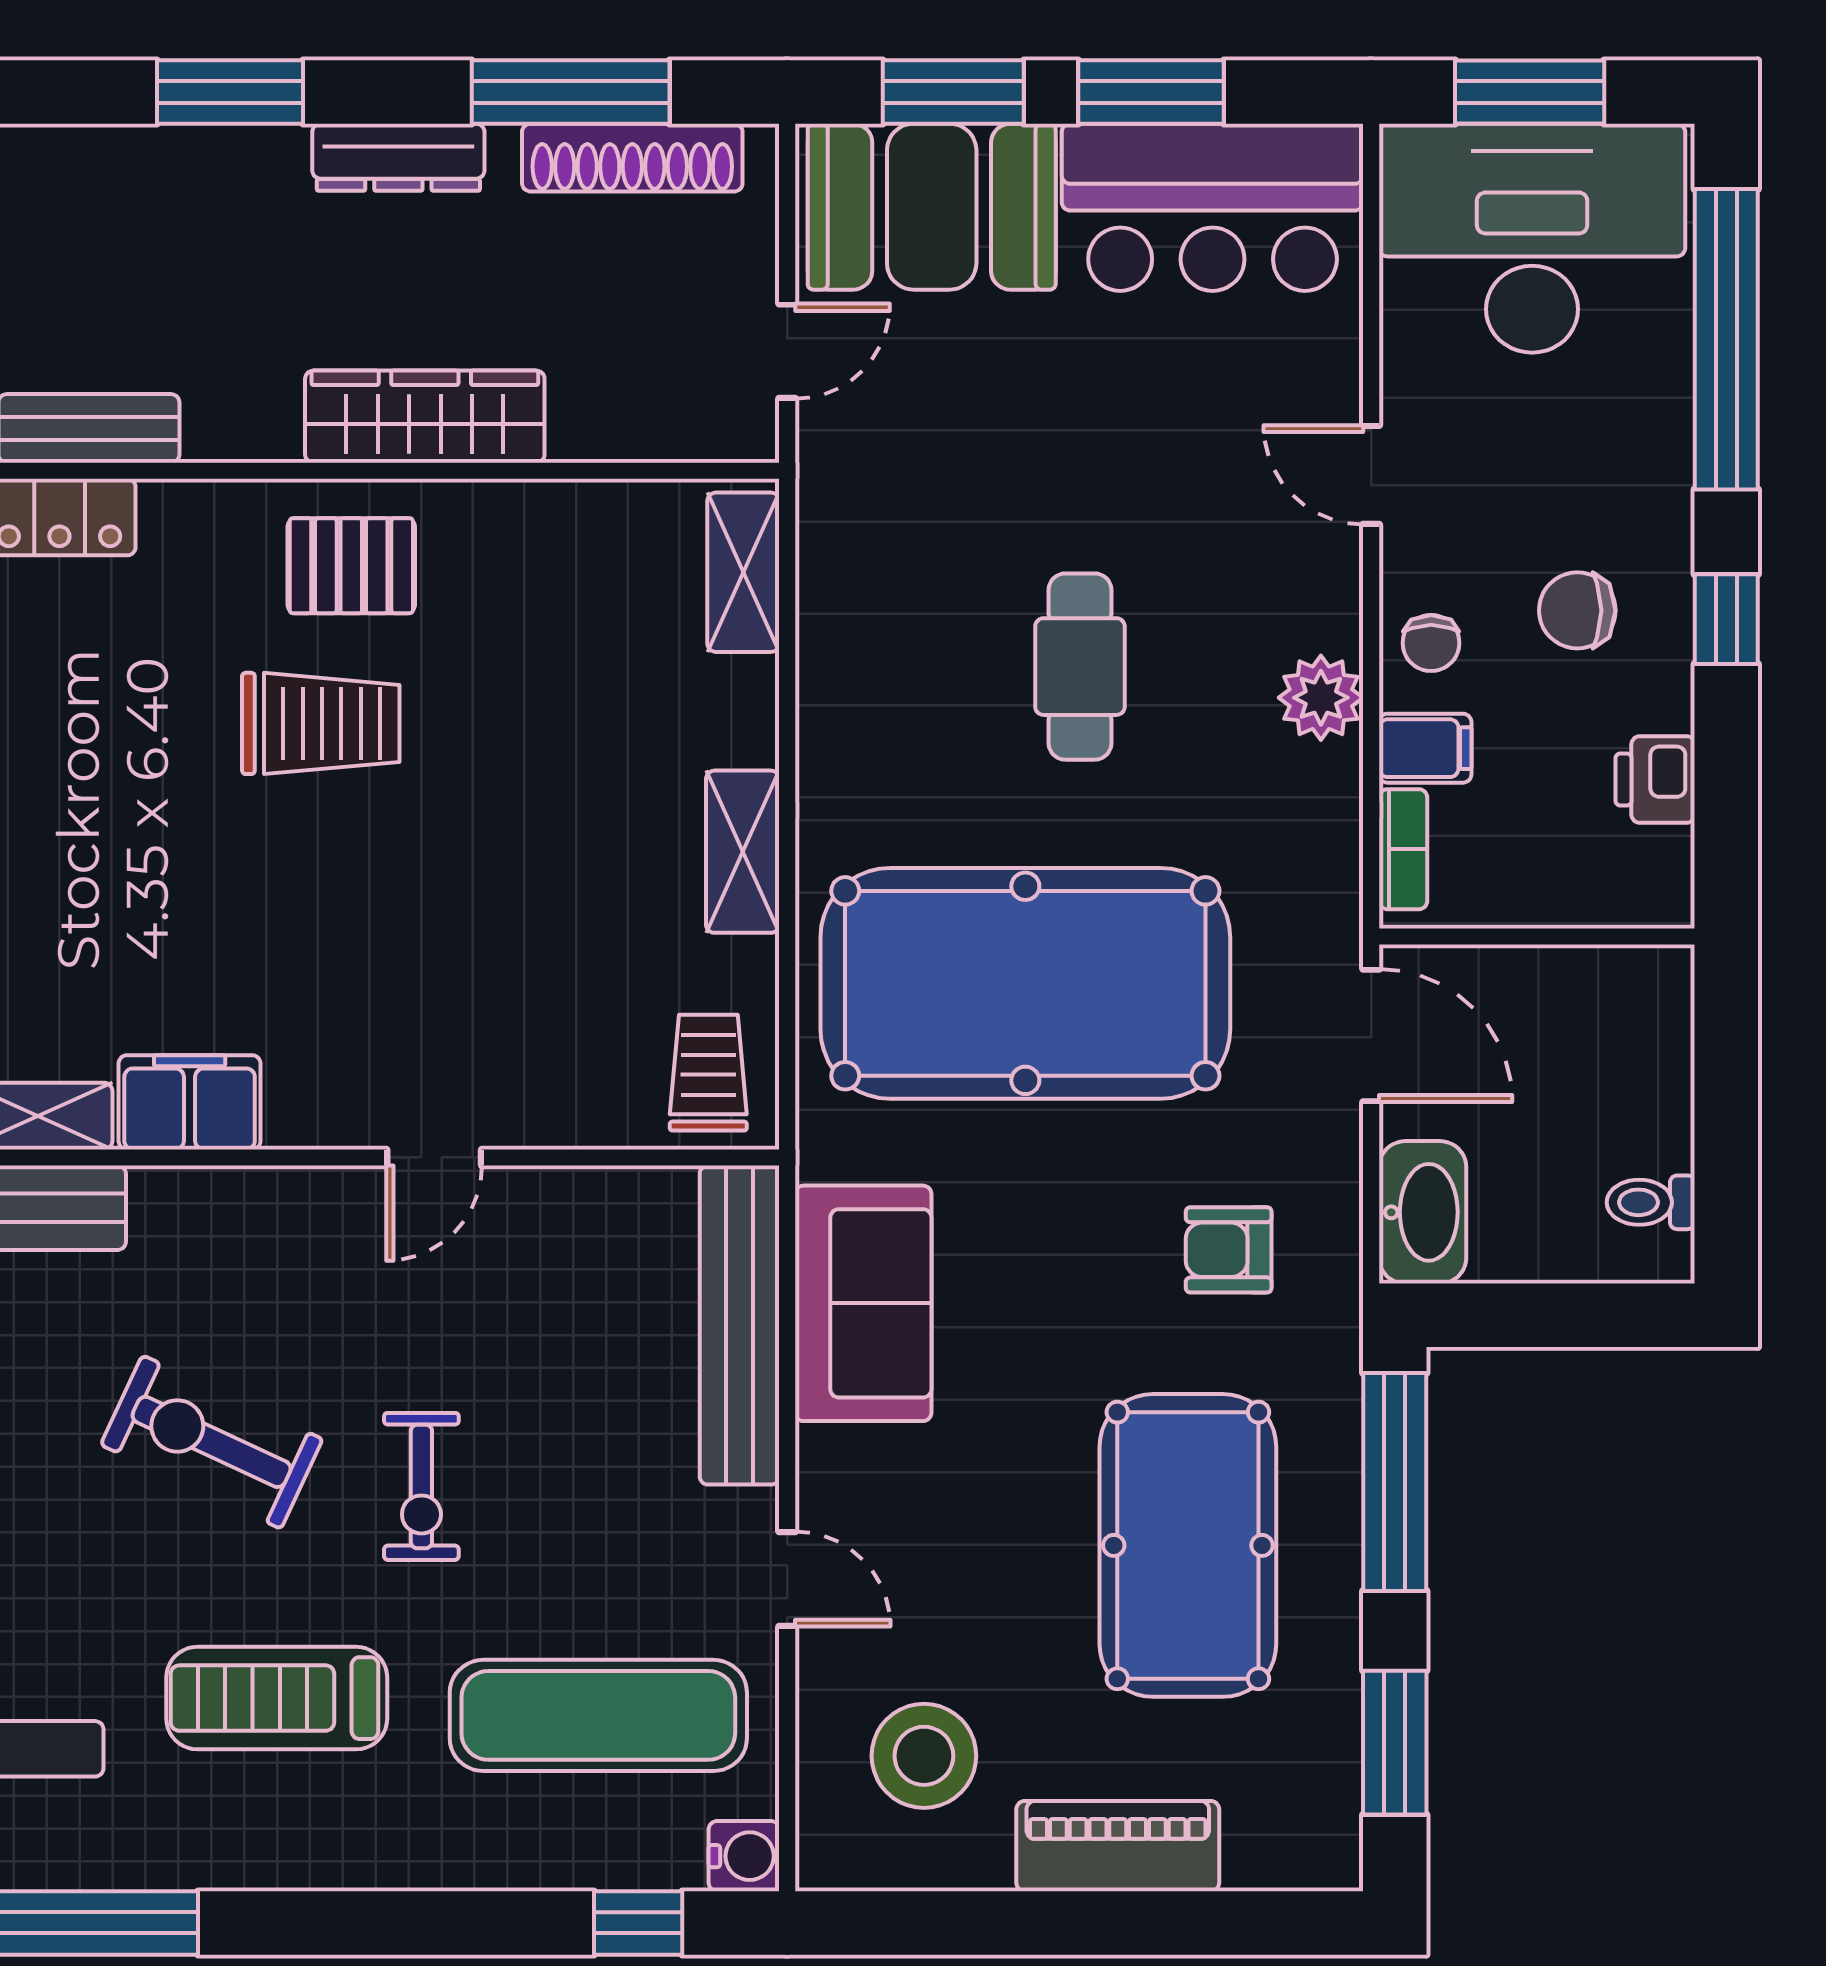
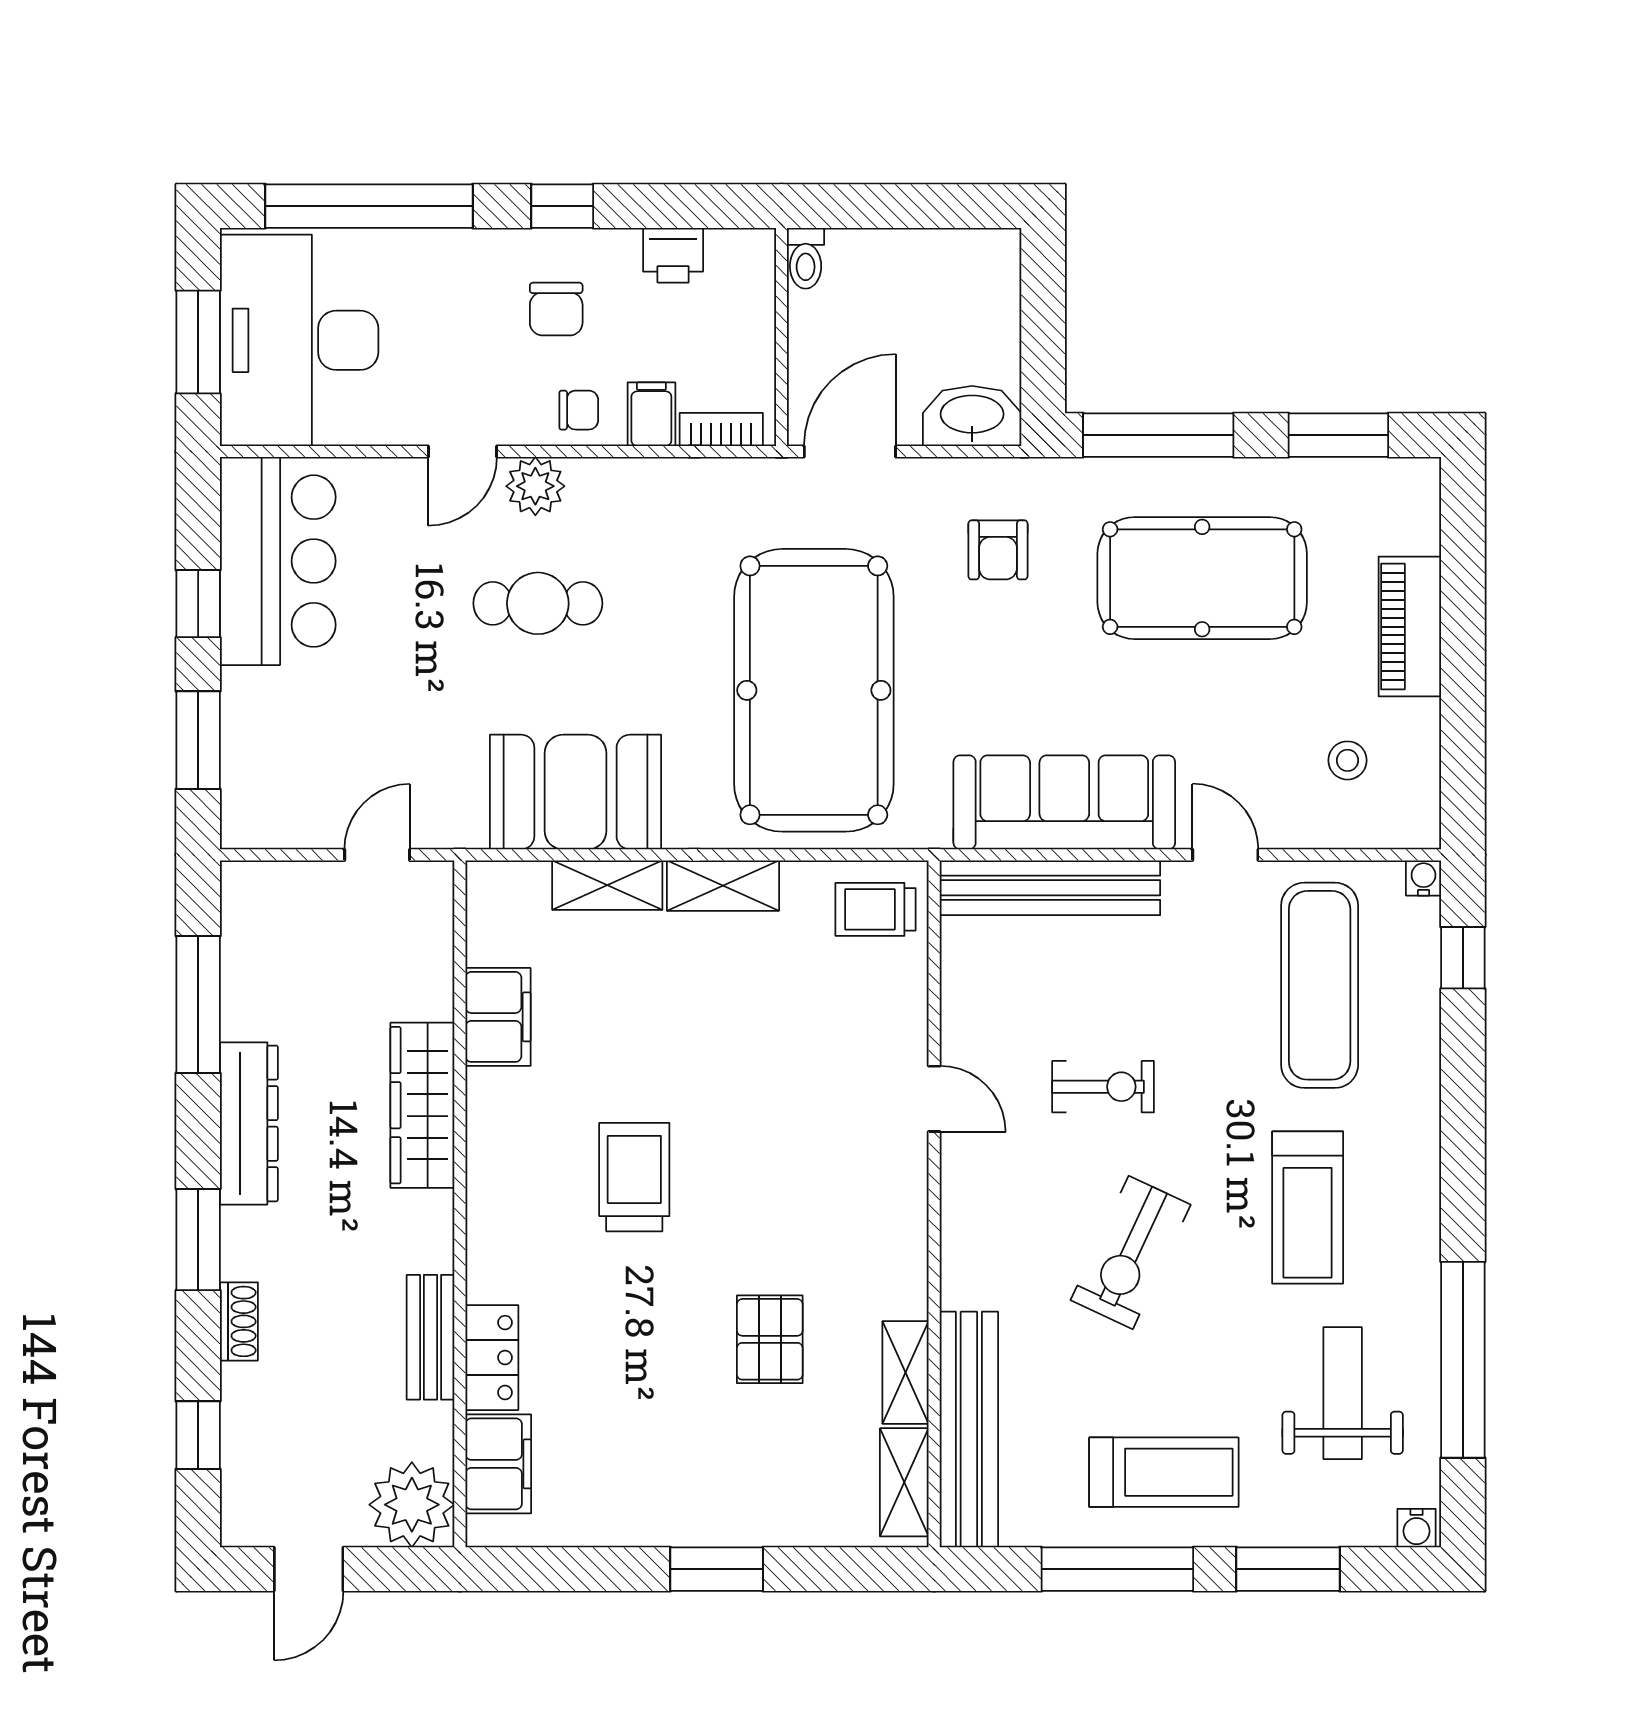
window: (1151, 92) -> (198, 604), width x0.67
dresser: (398, 157) -> (249, 1123), width x1.37, depth x1.24
shoe rack: (632, 158) -> (239, 1321), moved, width x0.51, depth x0.81
booth: (932, 207) -> (575, 792), moved, turned 90
door: (787, 351) -> (377, 855), hinge flipped
pallet: (351, 566) -> (770, 1339), moved
shelving: (743, 572) -> (607, 885), moved
cafe table: (1080, 667) -> (538, 603), moved
plant: (1321, 698) -> (535, 486), moved
filing cabinet: (190, 1102) -> (498, 1017), moved, turned 180
toilet: (1651, 1202) -> (806, 258), moved
sofa: (863, 1303) -> (1064, 802), width x1.36
exercise bike: (421, 1486) -> (1103, 1087), moved
door: (787, 1579) -> (1225, 855), hinge flipped
stool: (924, 1756) -> (1347, 760), width x0.53, depth x0.53
water cooler: (744, 1856) -> (1424, 878), width x0.72, depth x0.72

